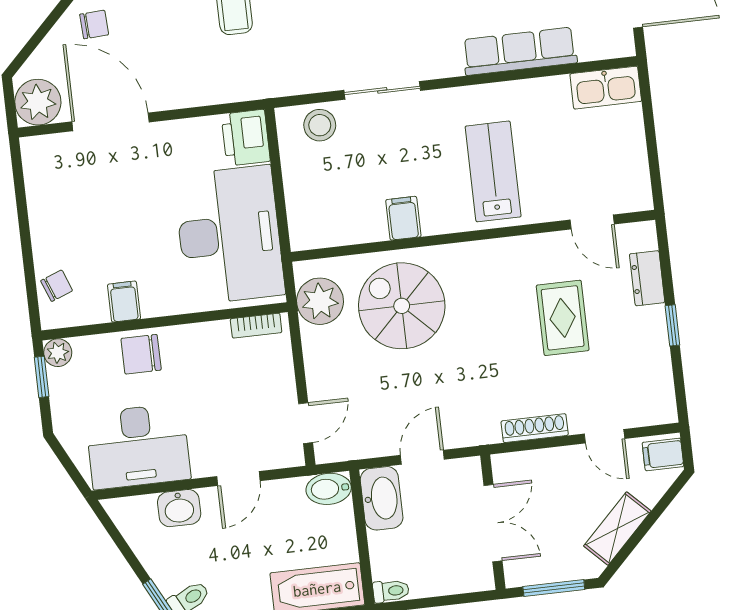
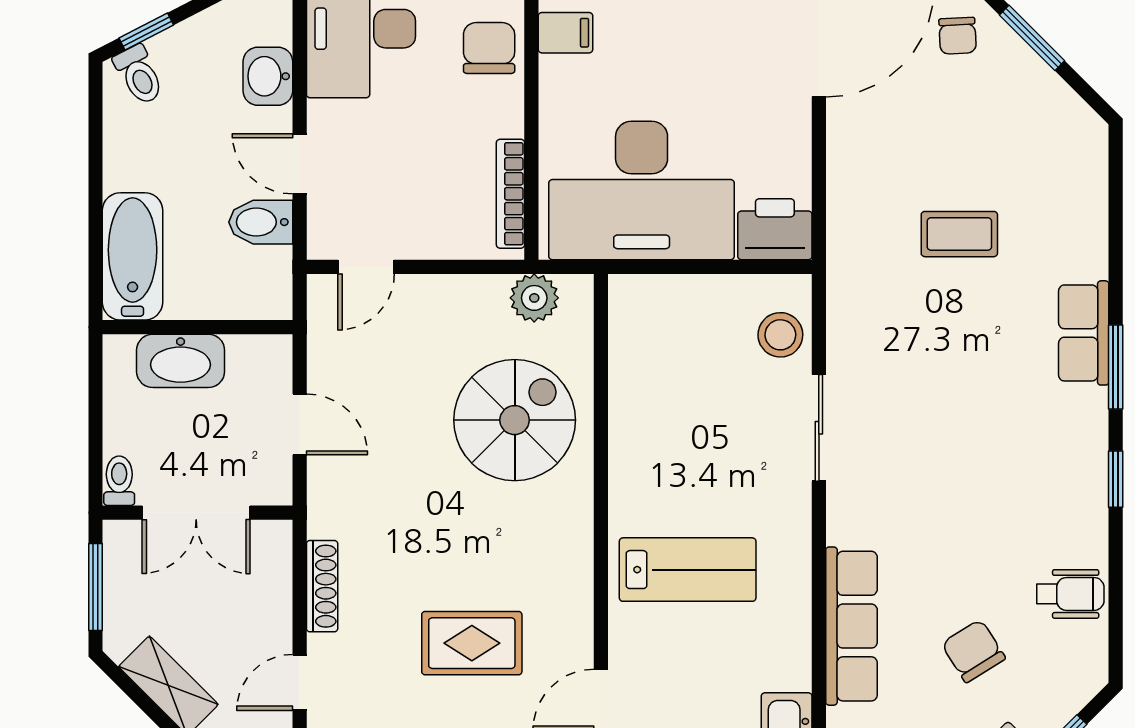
filing cabinet: (403, 218) -> (637, 437), removed
plant: (320, 301) -> (534, 298), width x0.73, depth x0.73
bookcase: (256, 326) -> (510, 194), width x1.56
door: (306, 423) -> (366, 267), hinge flipped
bidet: (329, 489) -> (261, 222), moved, turned -90
washbasin: (382, 498) -> (181, 361), moved
toilet: (391, 591) -> (119, 481), moved, turned 180

